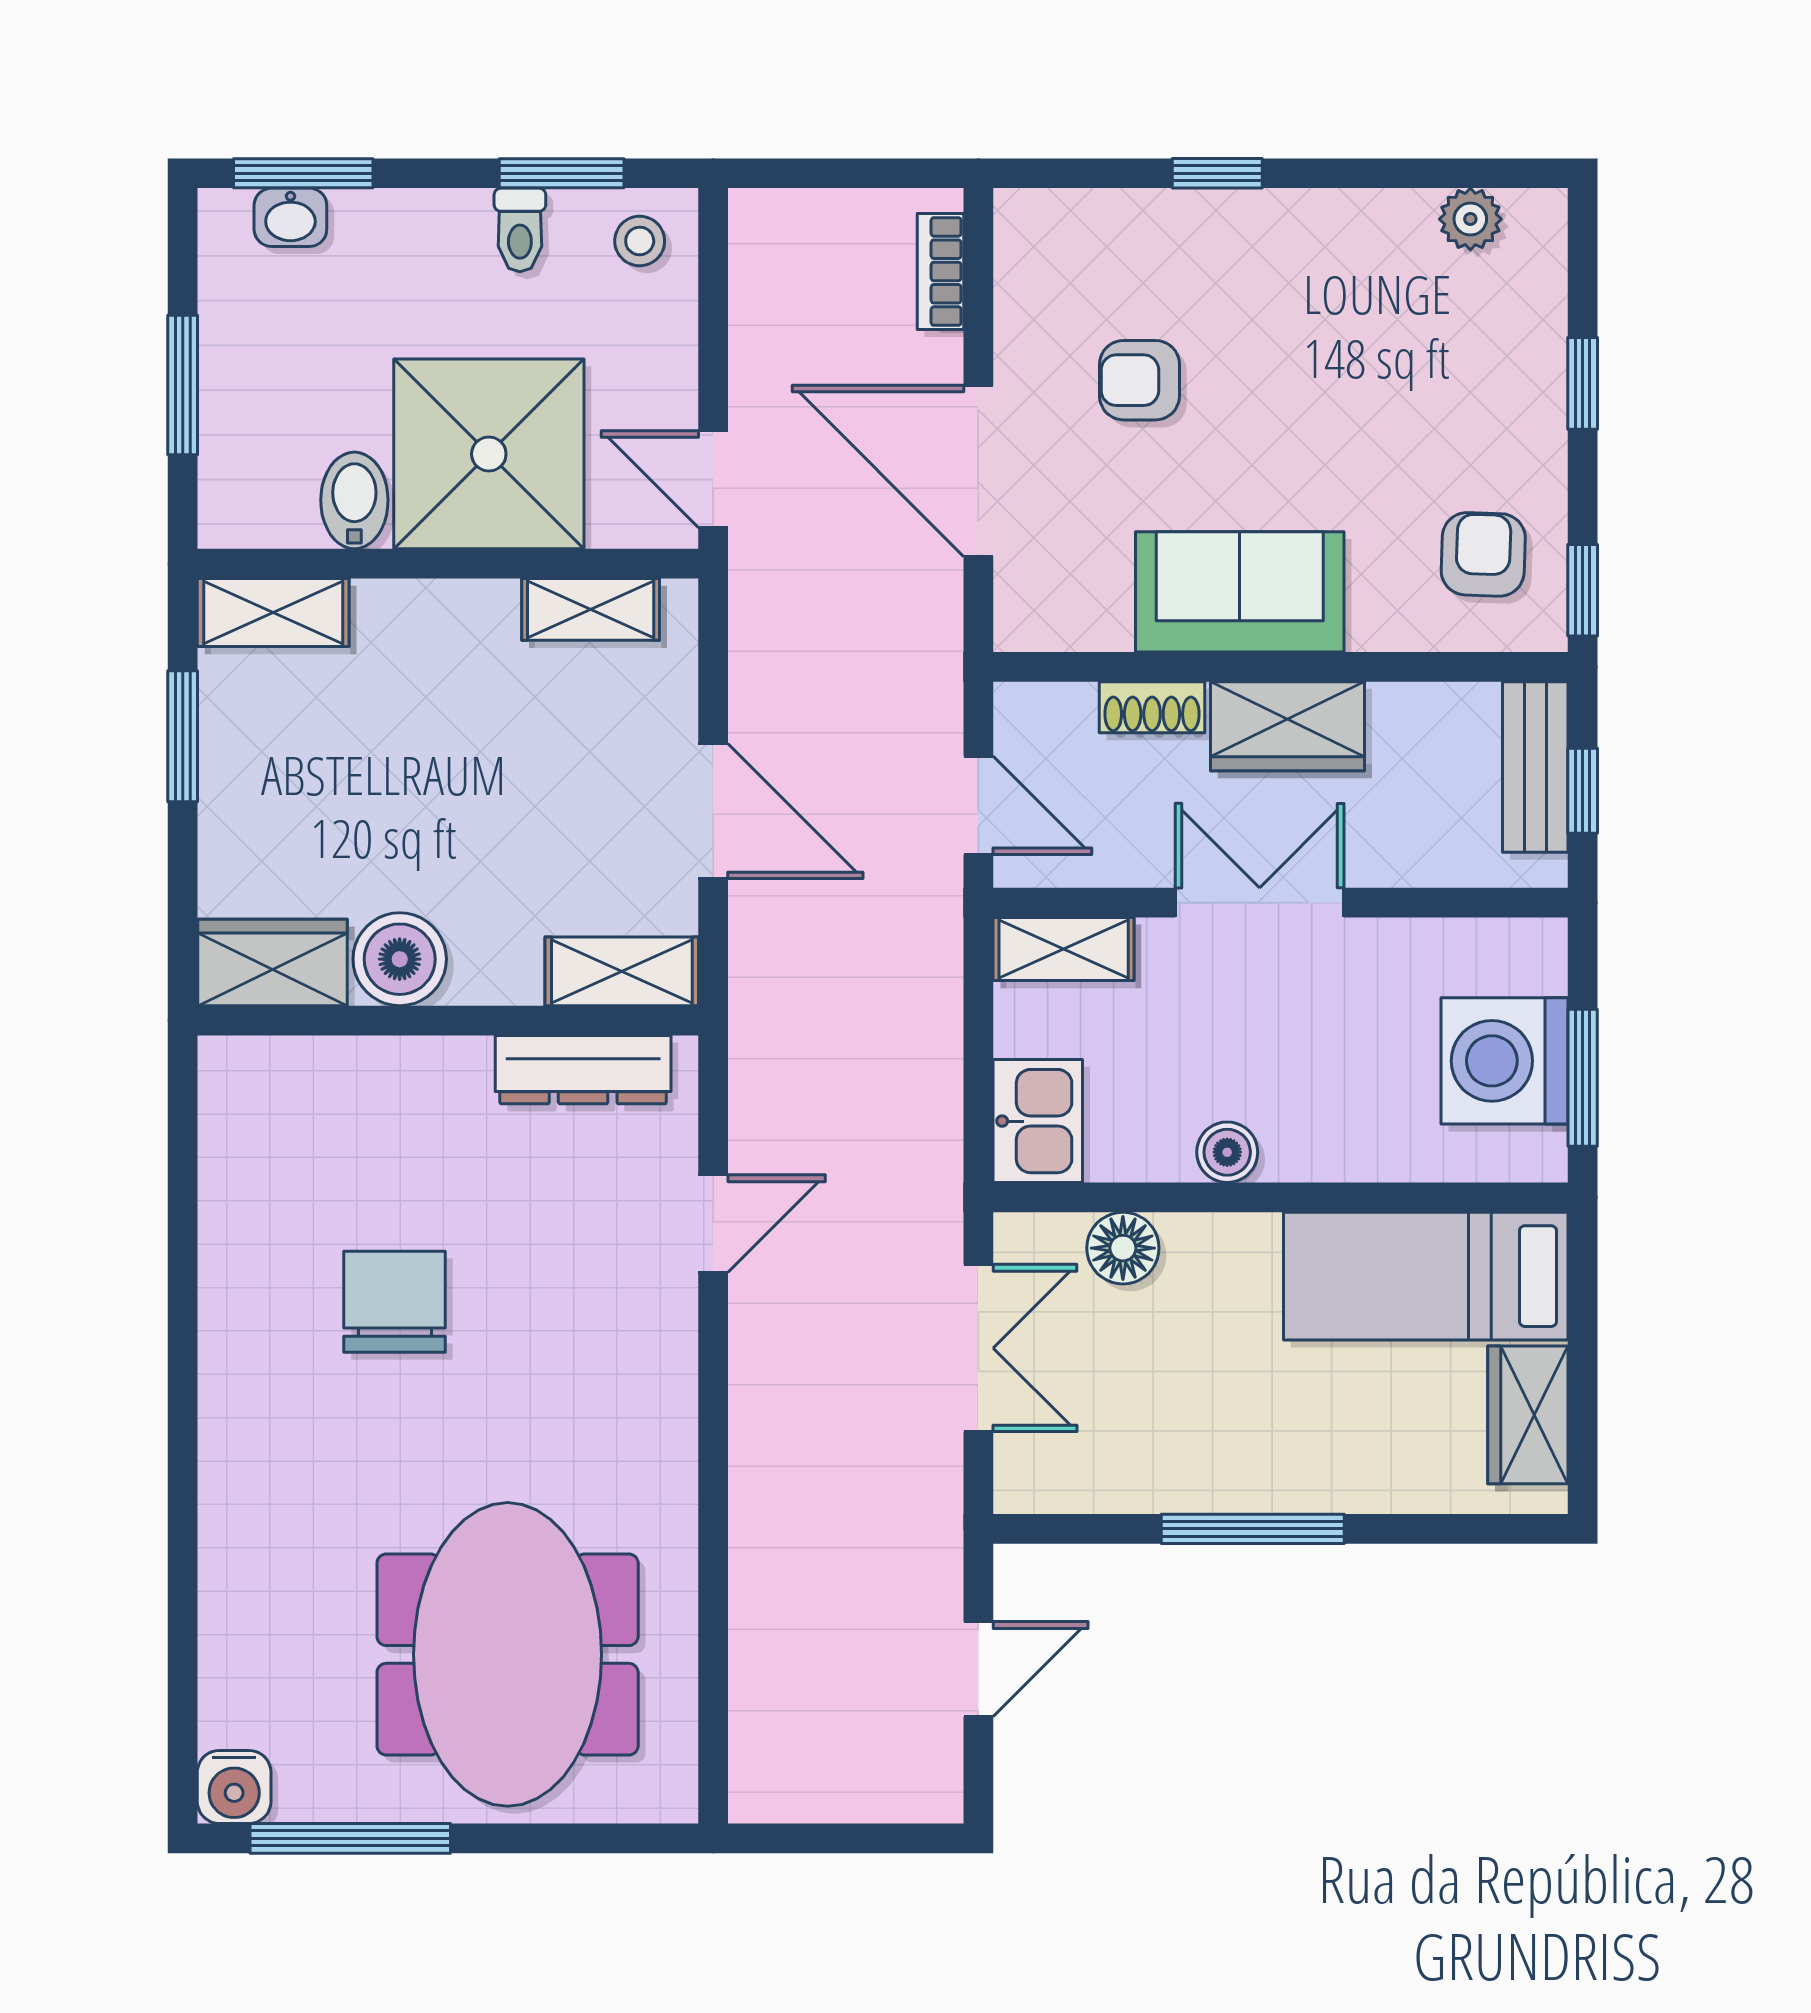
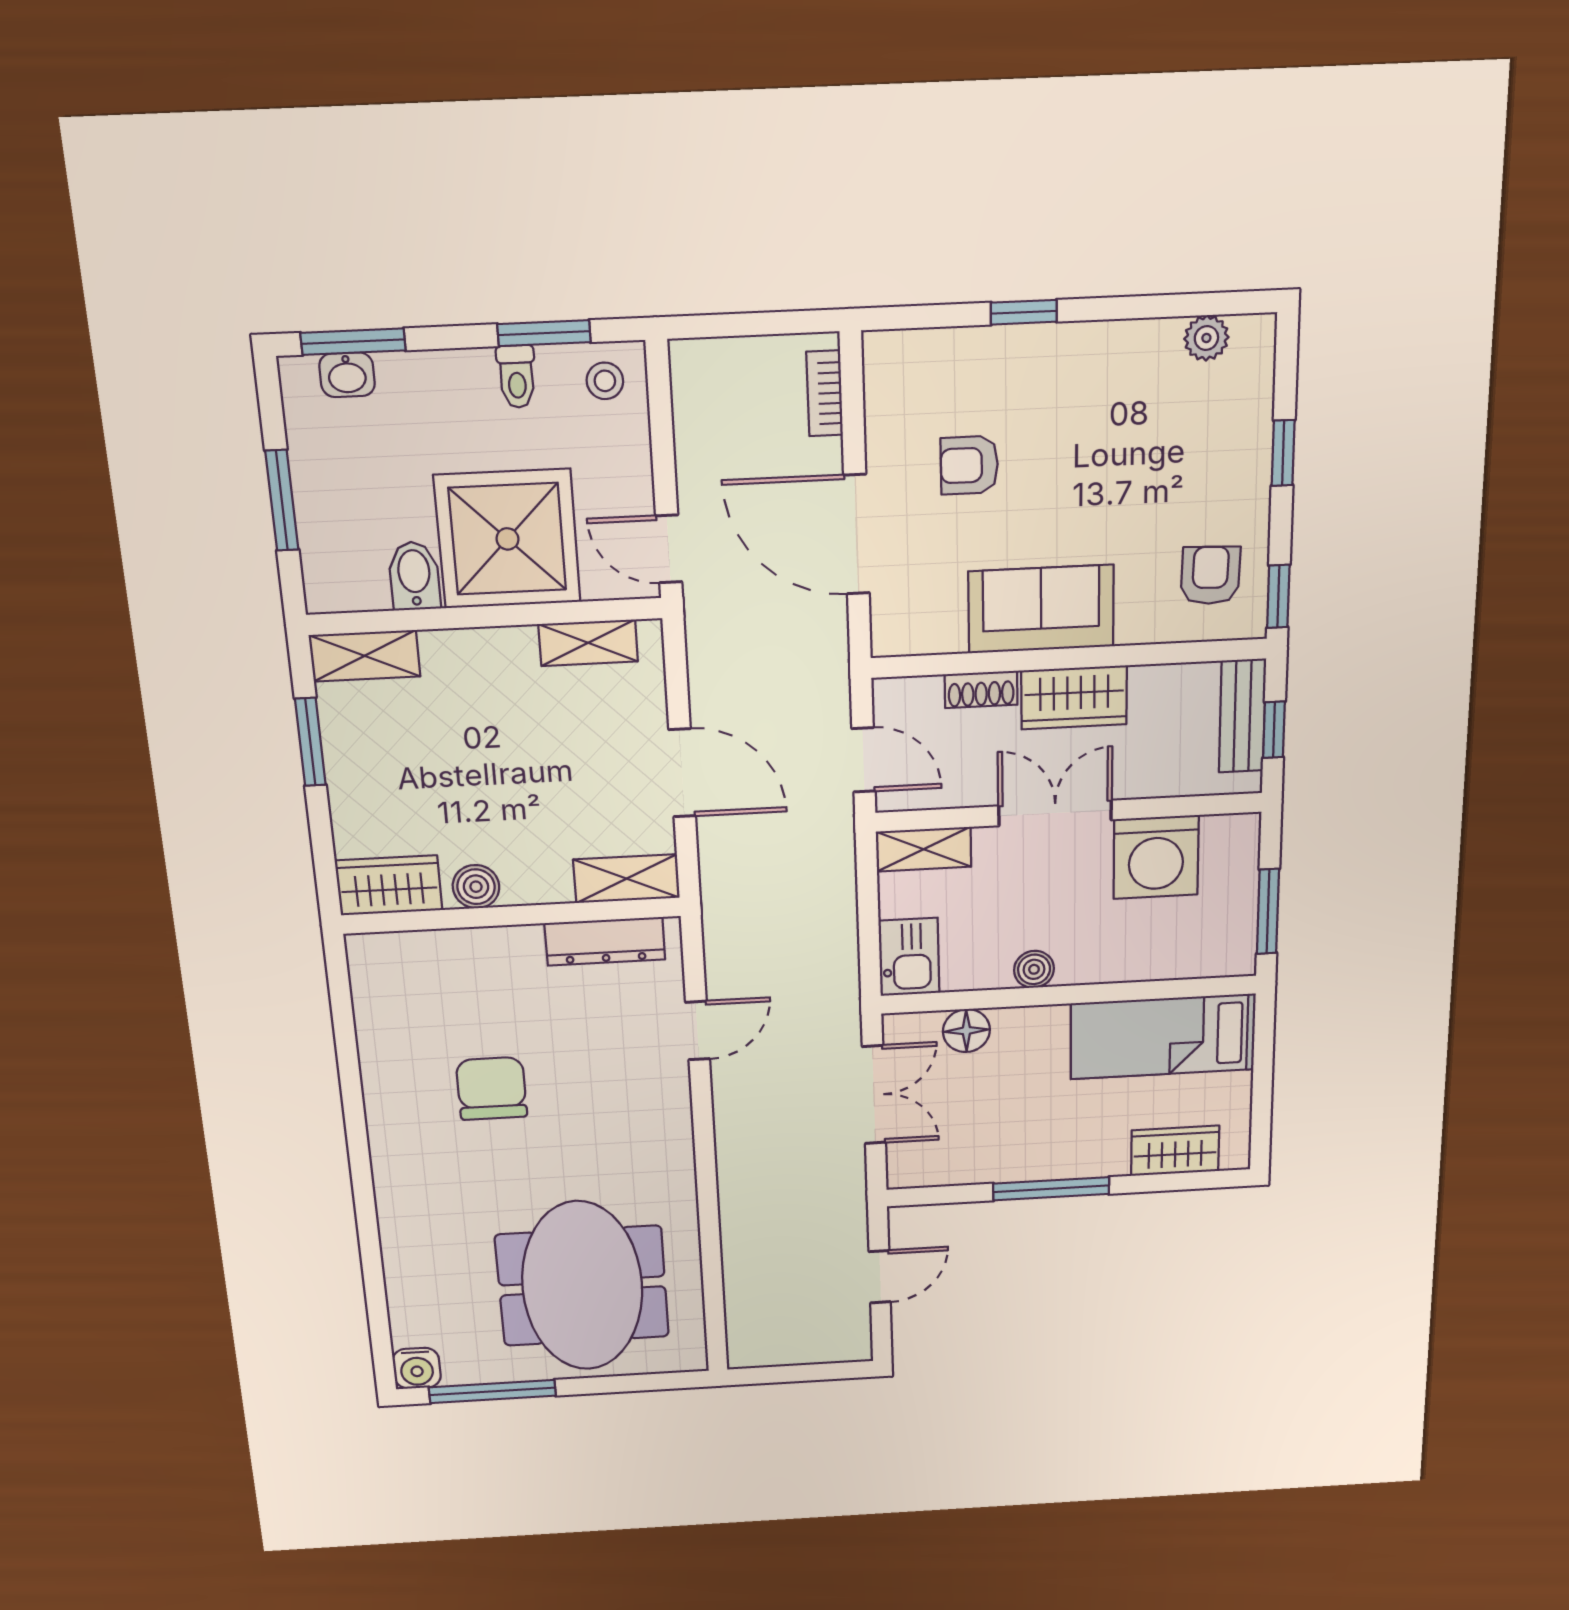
boiler: (400, 959) -> (476, 887), width x0.73, depth x0.73
washing machine: (1505, 1061) -> (1156, 857), moved, turned -90
wardrobe: (1528, 1415) -> (1175, 1151), moved, turned 90

